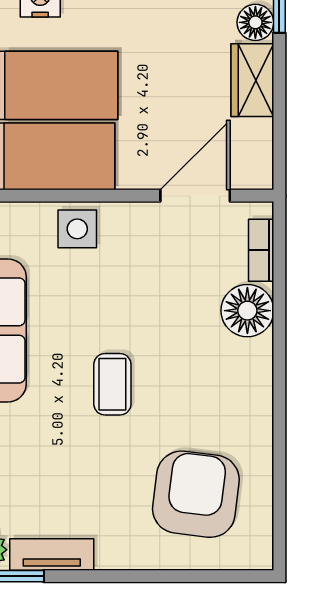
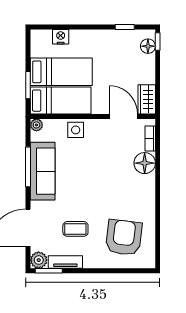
wardrobe: (252, 80) -> (147, 99), moved
door: (195, 196) -> (123, 116), hinge flipped
coffee table: (112, 384) -> (75, 229), moved, turned 90

